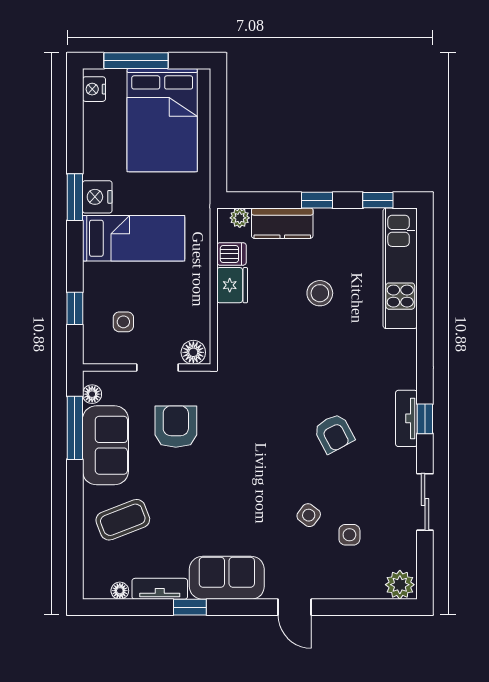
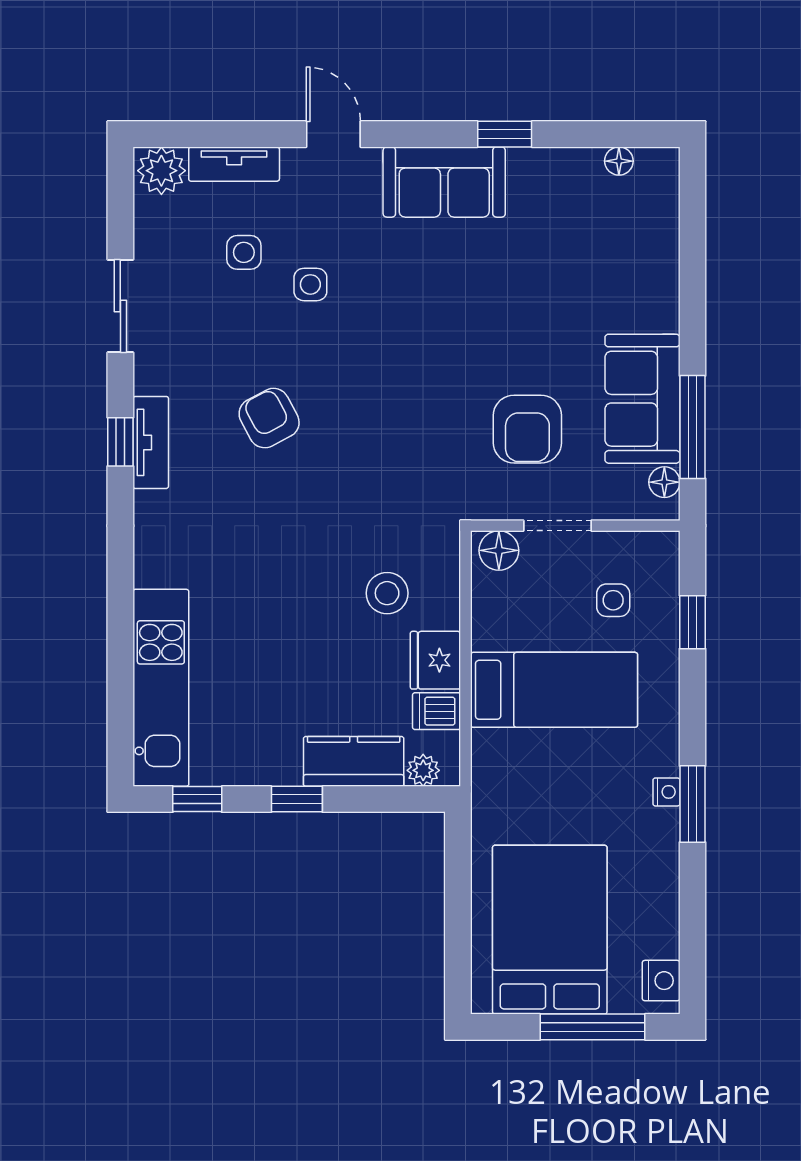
nightstand: (97, 197) -> (666, 792), width x0.53, depth x0.56
bed: (134, 238) -> (554, 690), moved, turned 180
stool: (320, 293) -> (387, 593), moved
side table: (309, 515) -> (310, 284), turned -37
coffee table: (123, 520) -> (614, 277), removed
tv unit: (160, 589) -> (234, 164), moved

